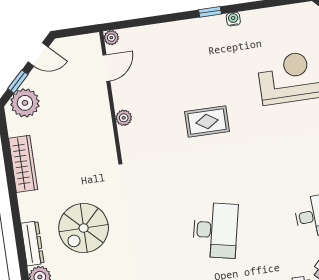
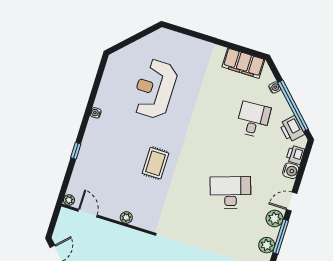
window: (210, 12) -> (76, 151), moved
desk: (215, 230) -> (230, 192), turned -30

